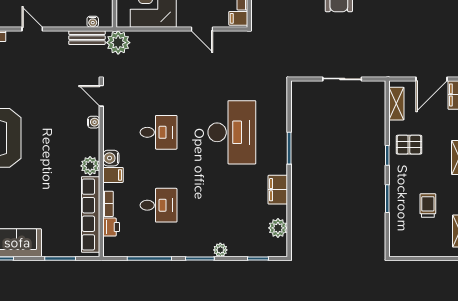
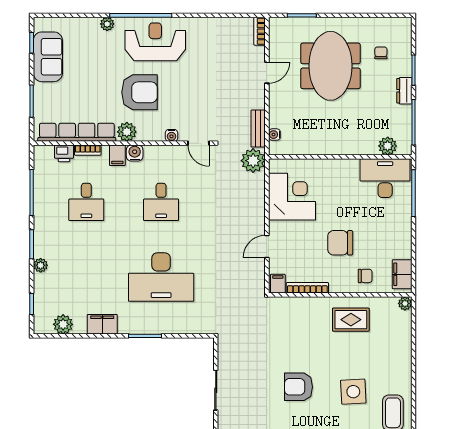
door: (101, 96) -> (199, 143), swing flipped
armchair: (52, 153) -> (140, 92), added

